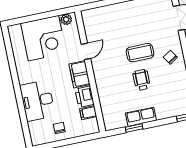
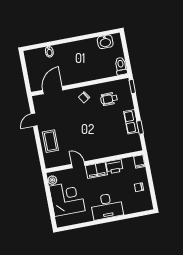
coffee table: (140, 53) -> (50, 141), moved
wheelchair: (142, 80) -> (109, 99), moved
desk: (37, 101) -> (107, 206), moved
filing cabinet: (88, 113) -> (139, 161), moved

